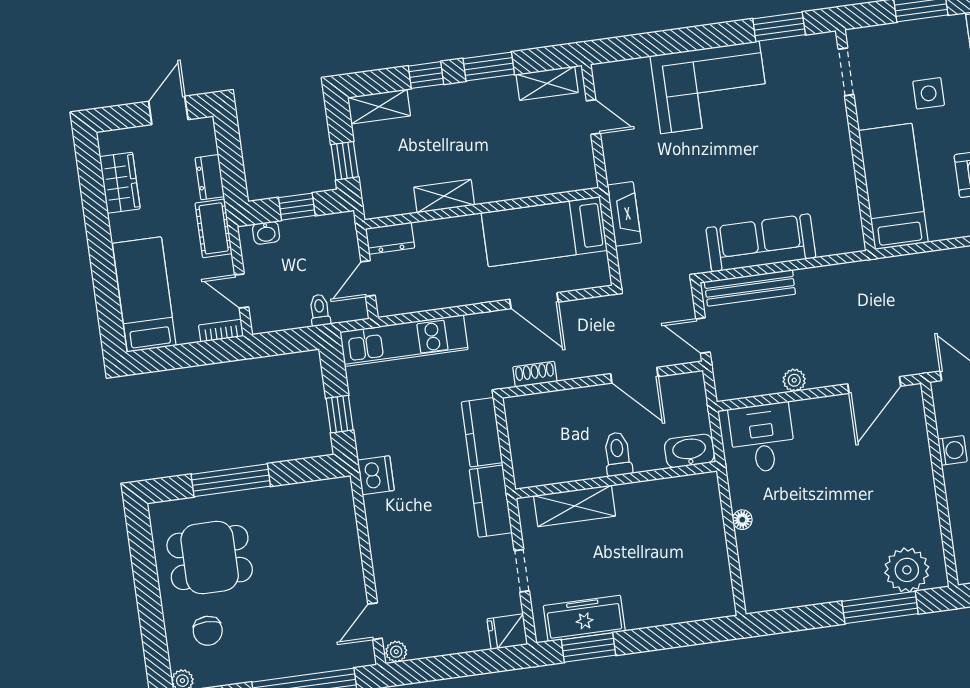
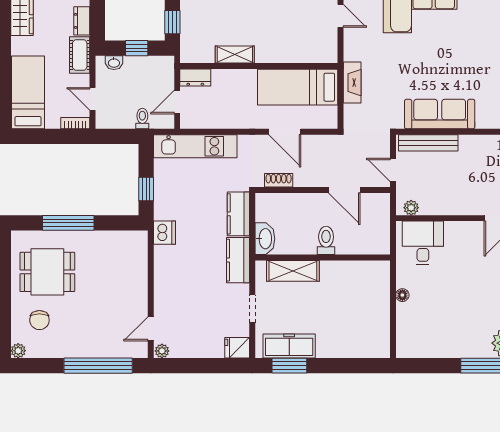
plant: (794, 380) -> (411, 208), moved
washbasin: (689, 451) -> (265, 239), moved, turned 90

